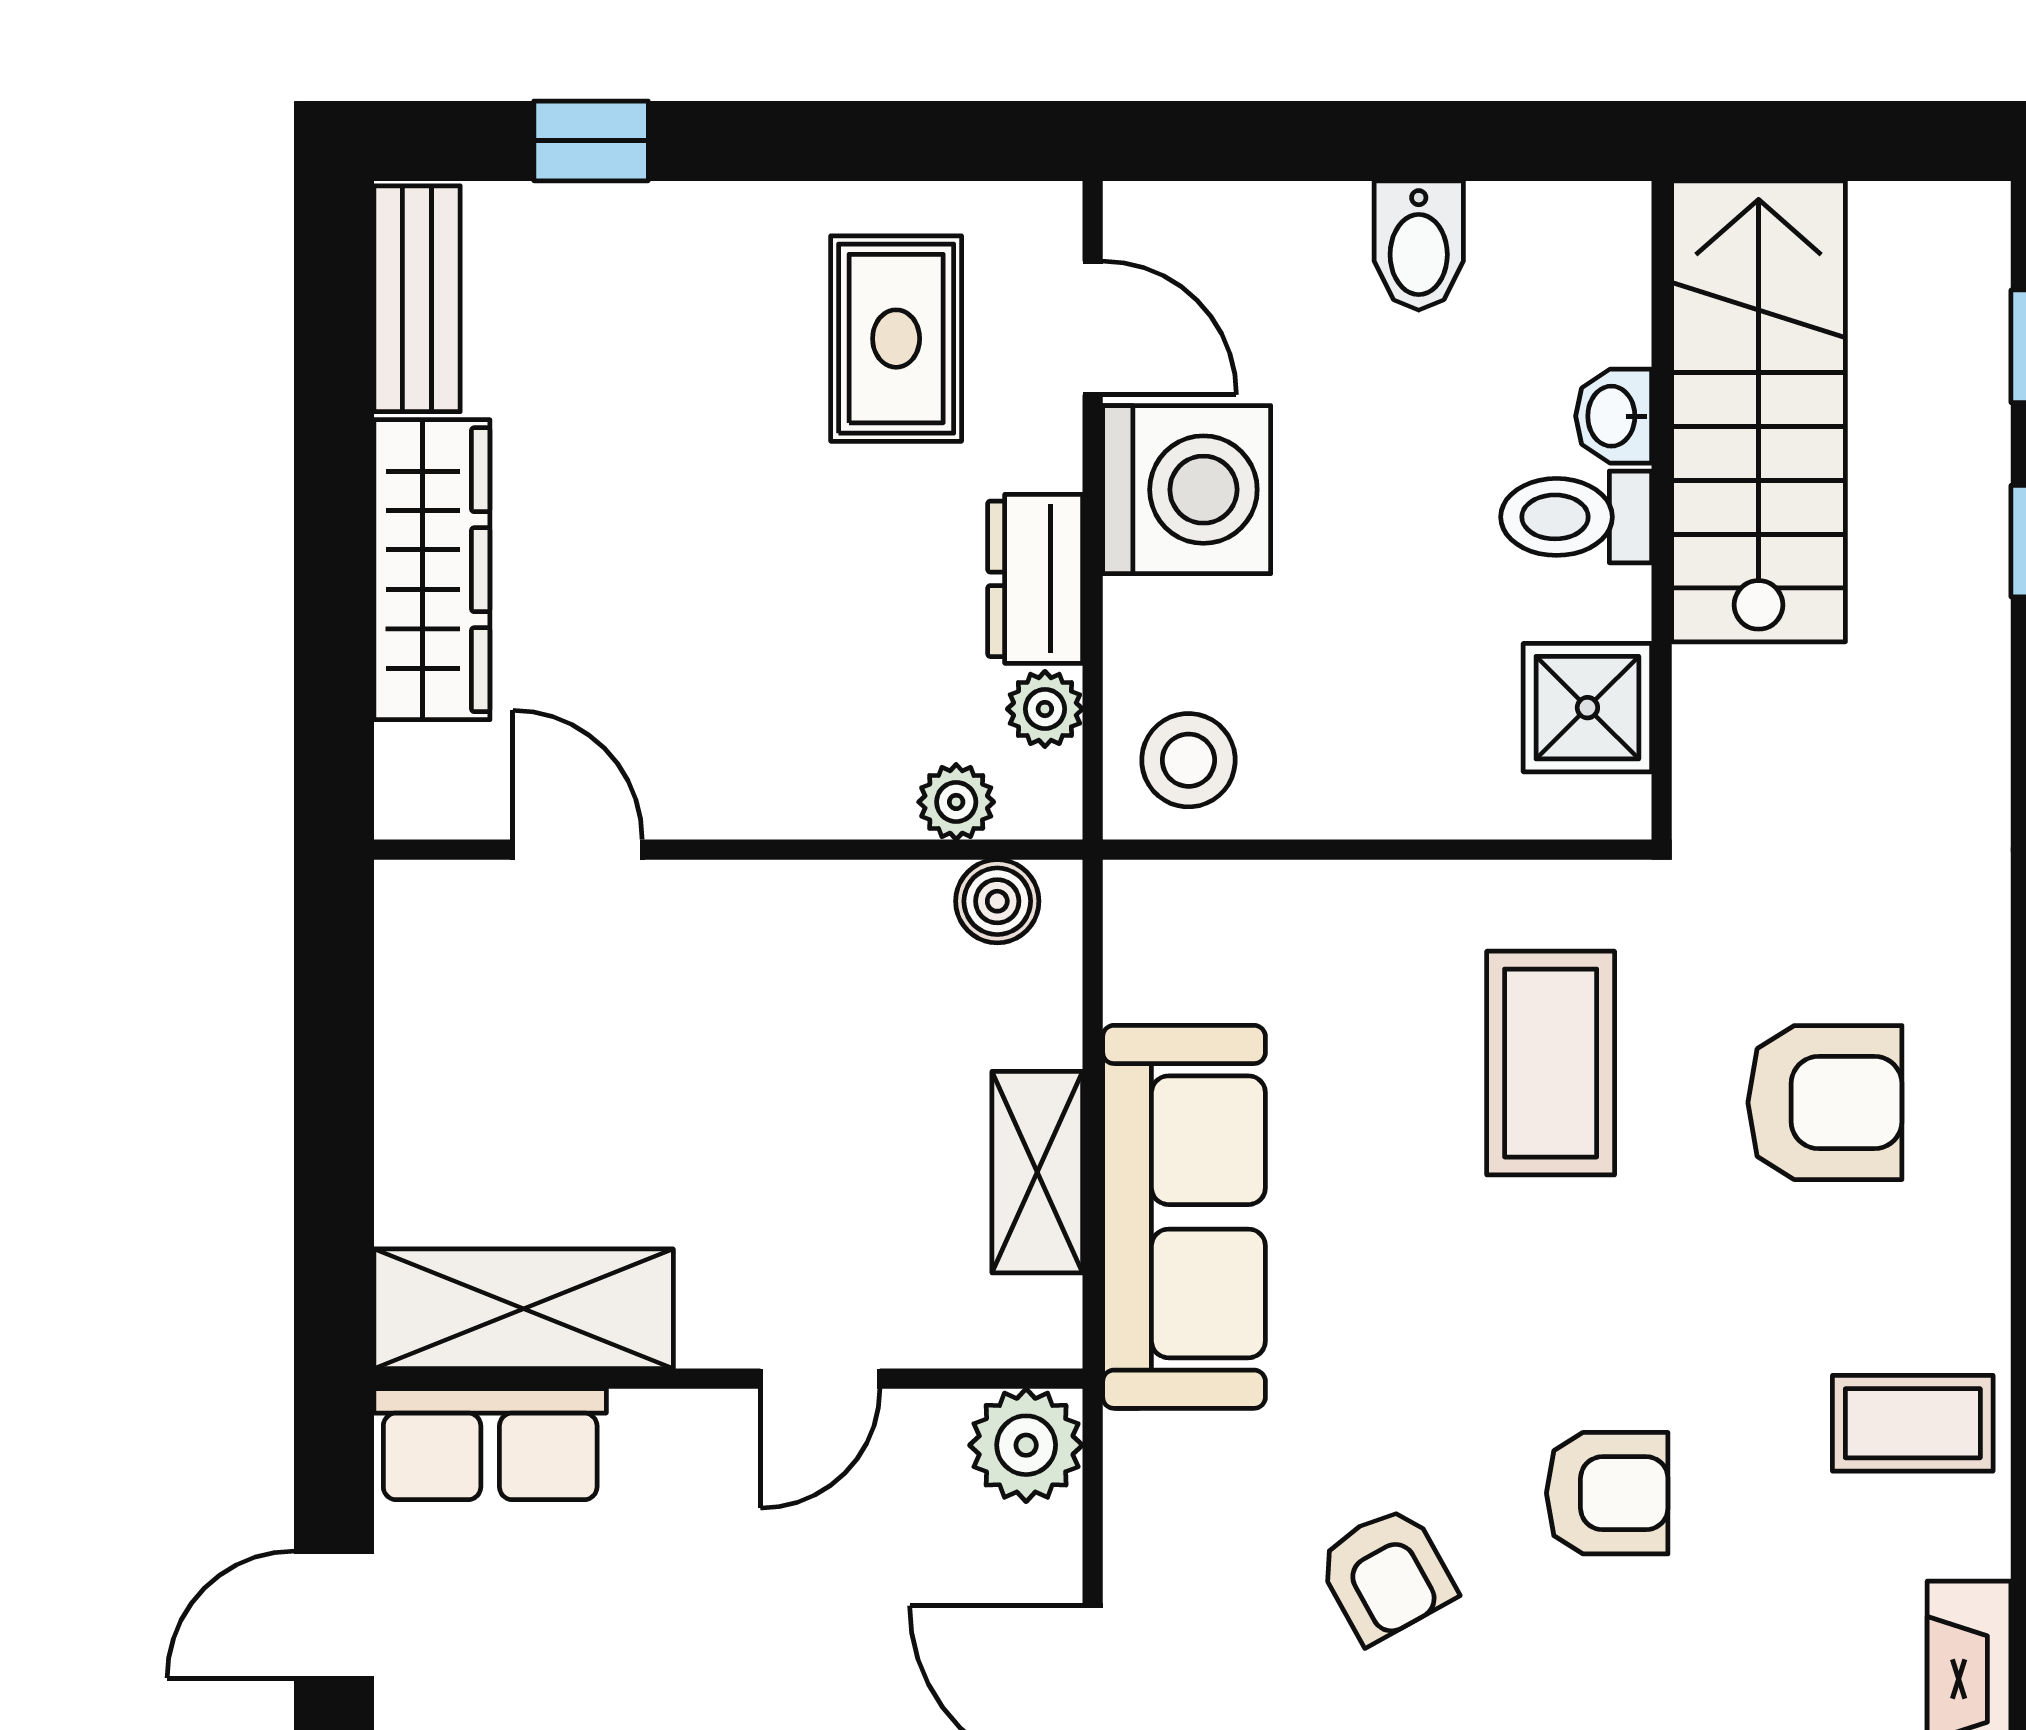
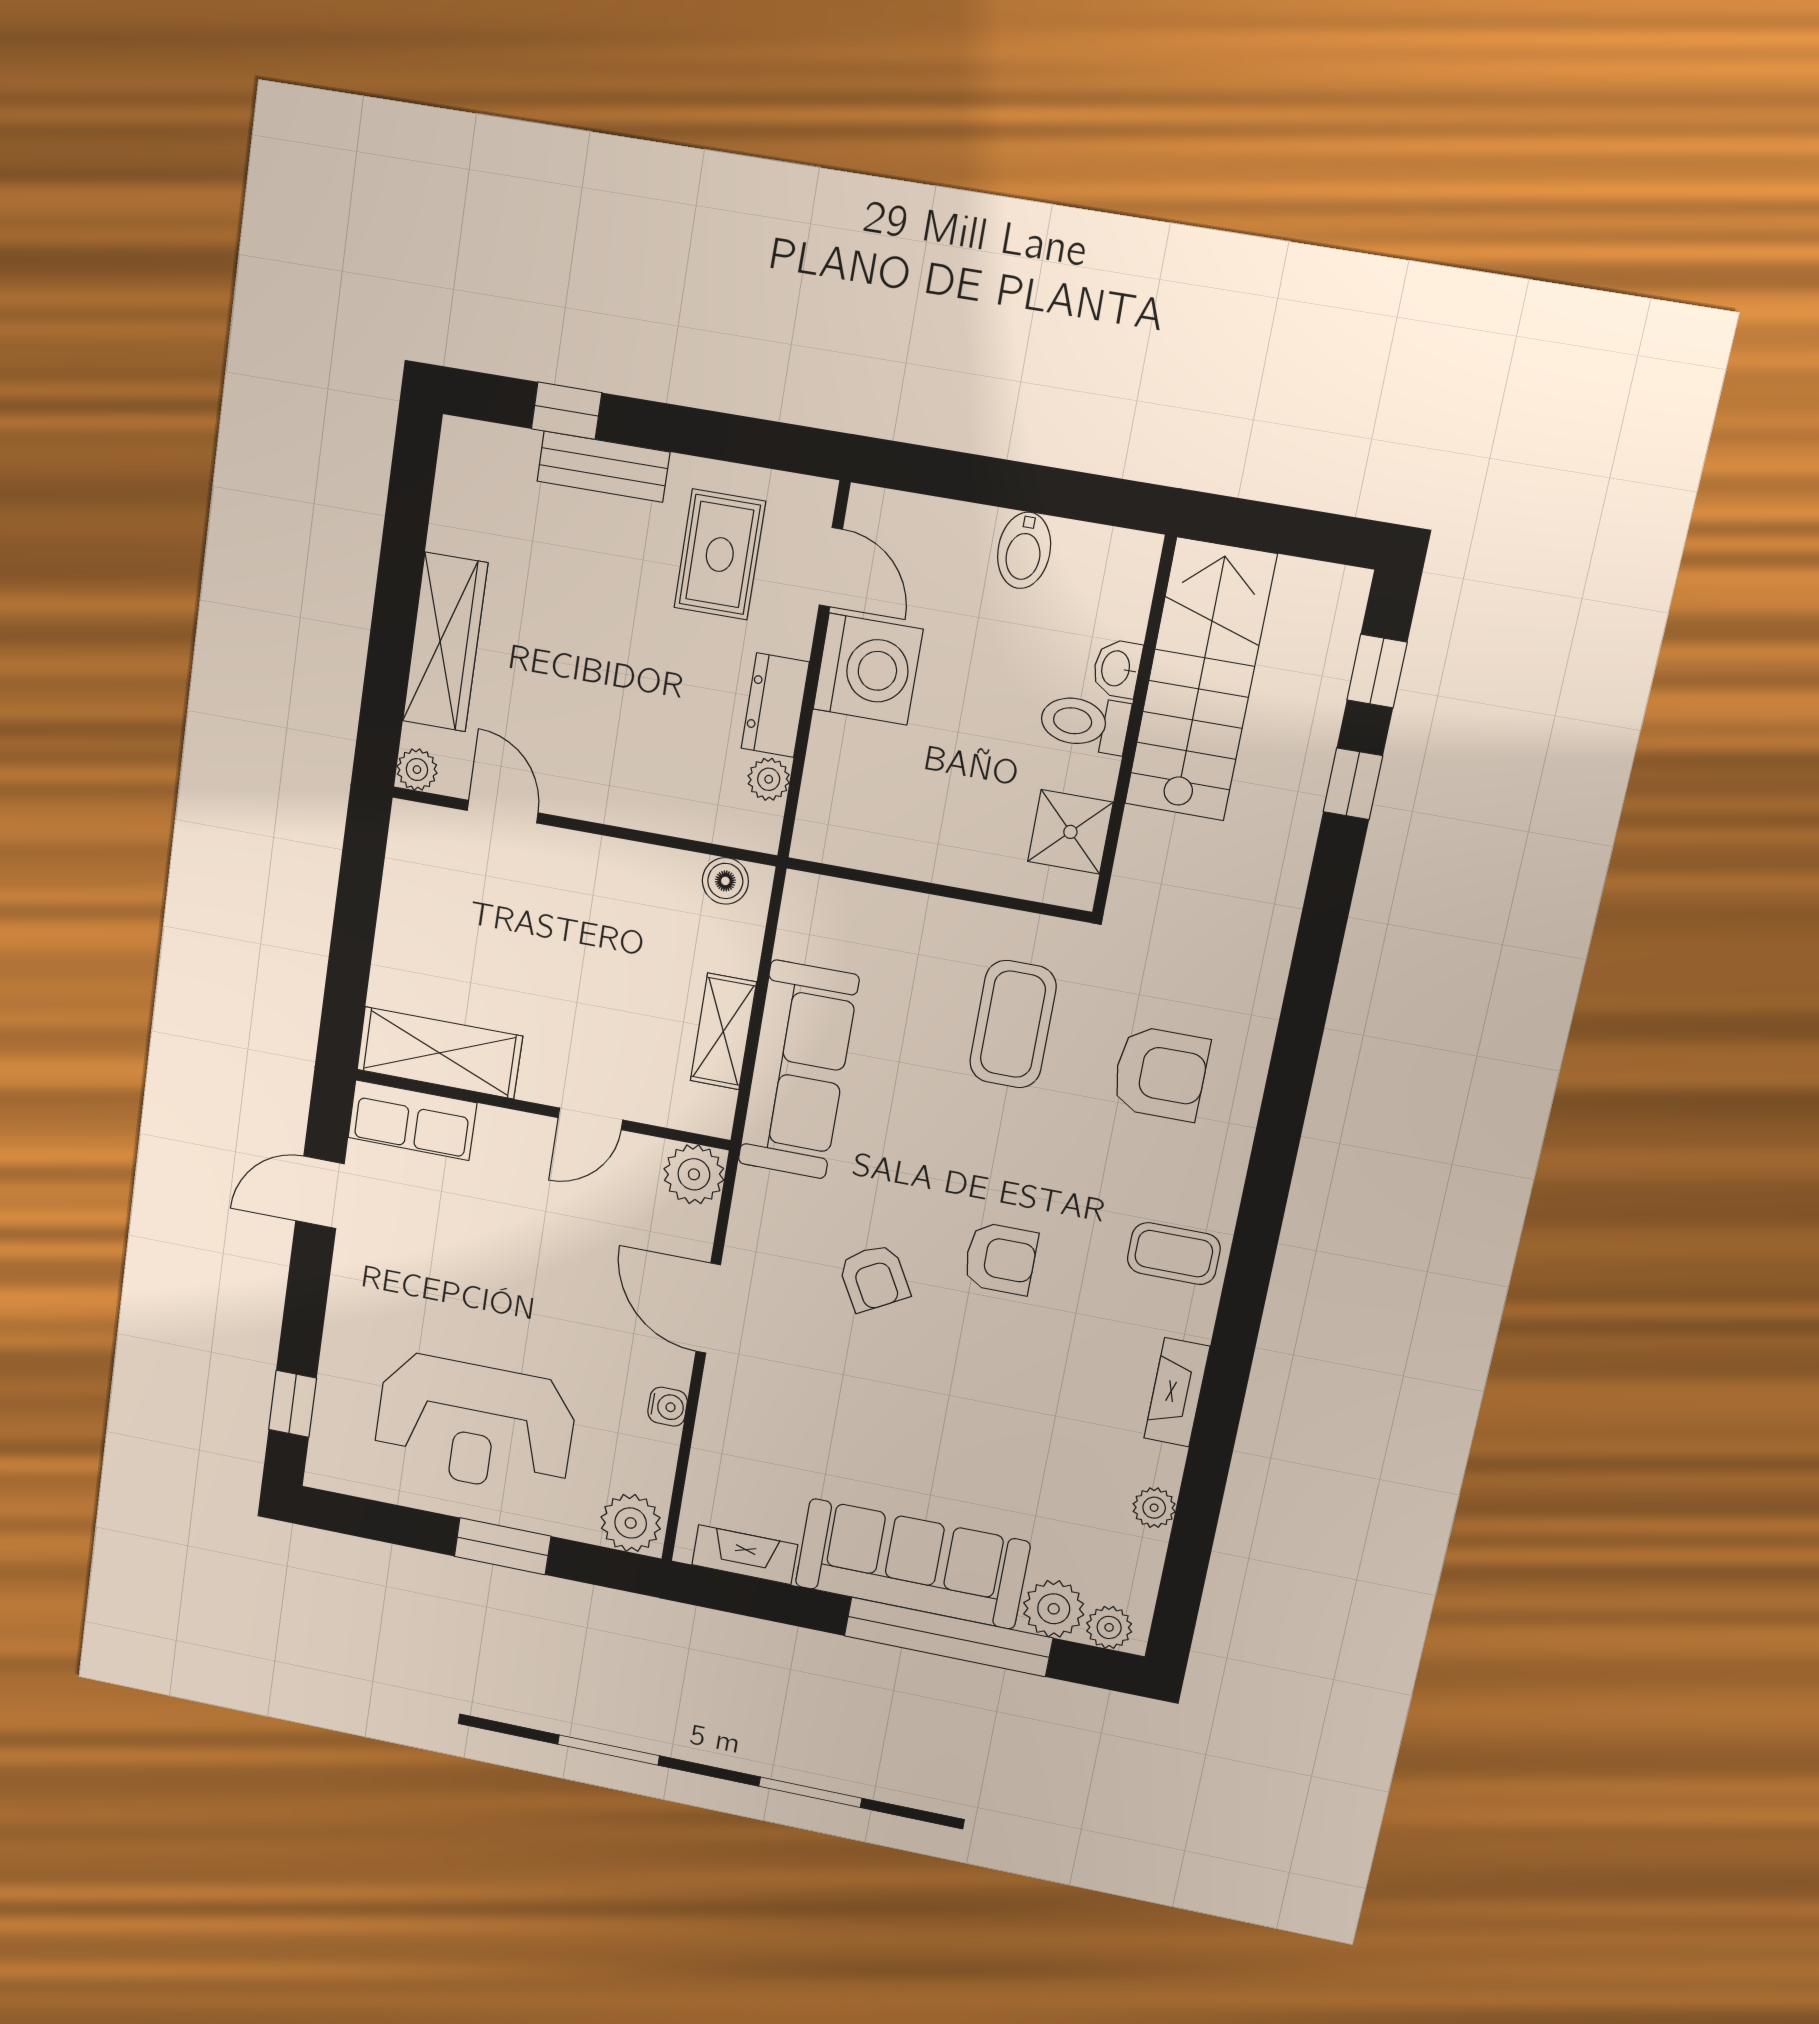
bench: (417, 299) -> (603, 467), moved, turned 90
stool: (1188, 760) -> (843, 822), removed
plant: (956, 802) -> (417, 770), moved

